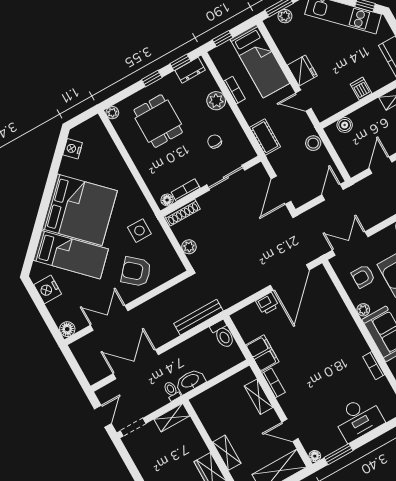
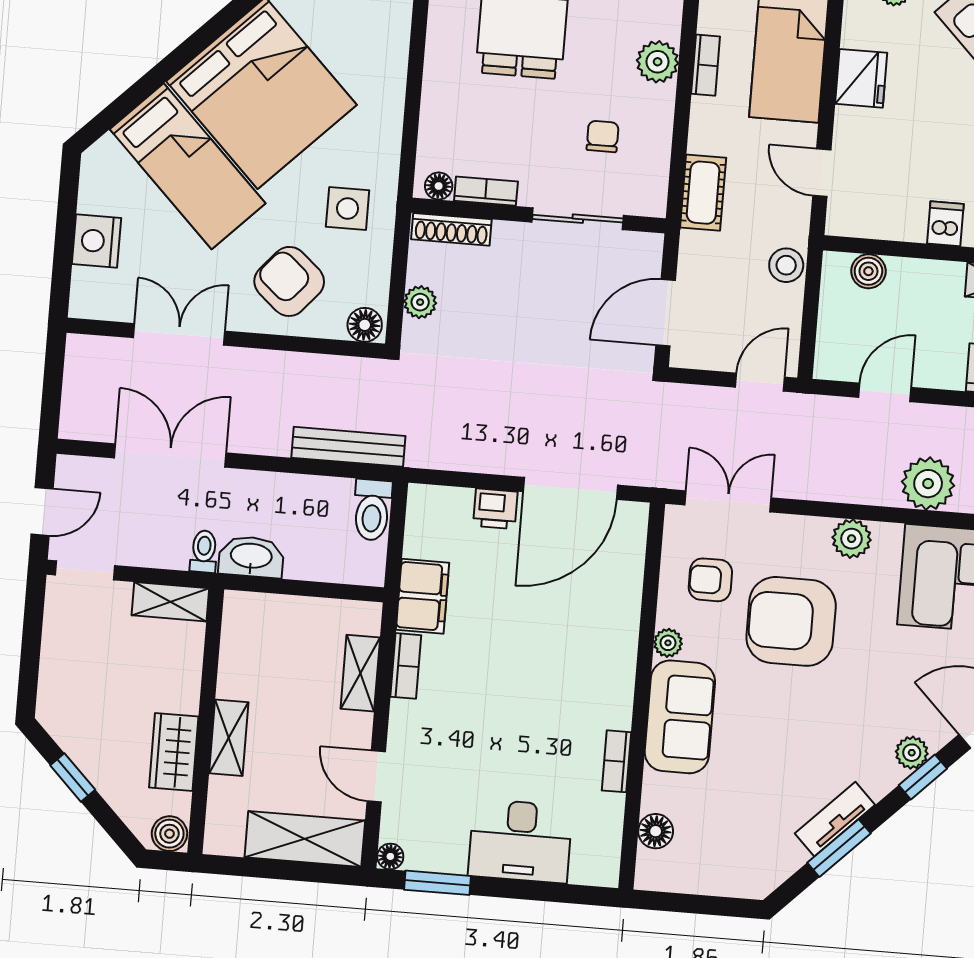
fridge: (302, 70) -> (861, 78), moved
nightstand: (48, 289) -> (96, 241), moved
floor lamp: (67, 329) -> (365, 325), moved

